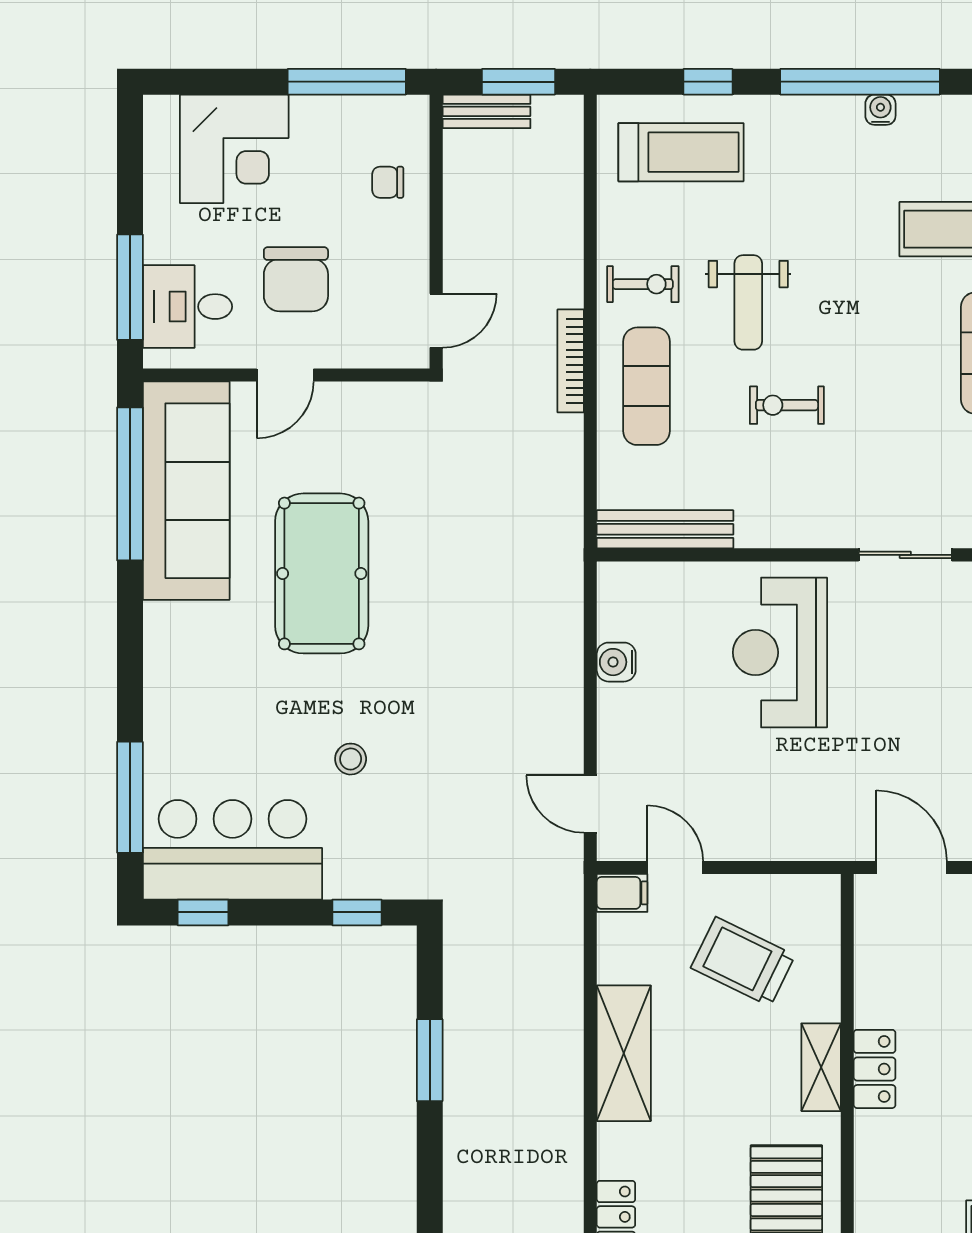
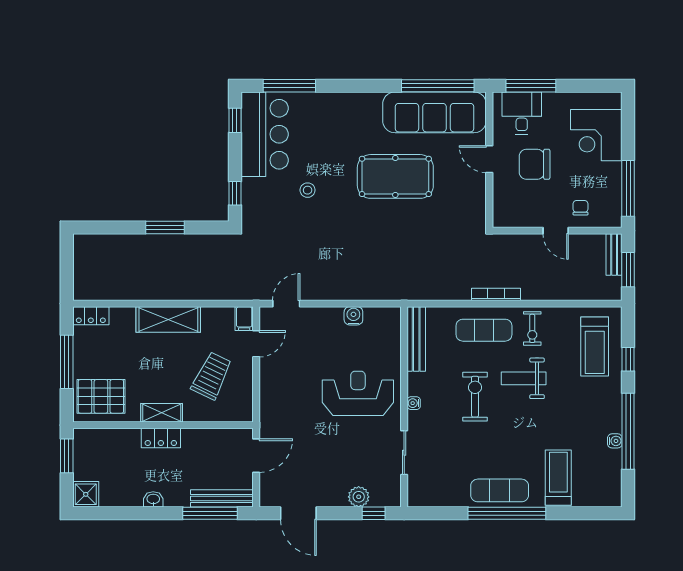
door: (436, 321) -> (556, 231), moved
exercise bike: (787, 405) -> (475, 397), width x1.38, depth x1.39
water cooler: (801, 535) -> (414, 403), added

